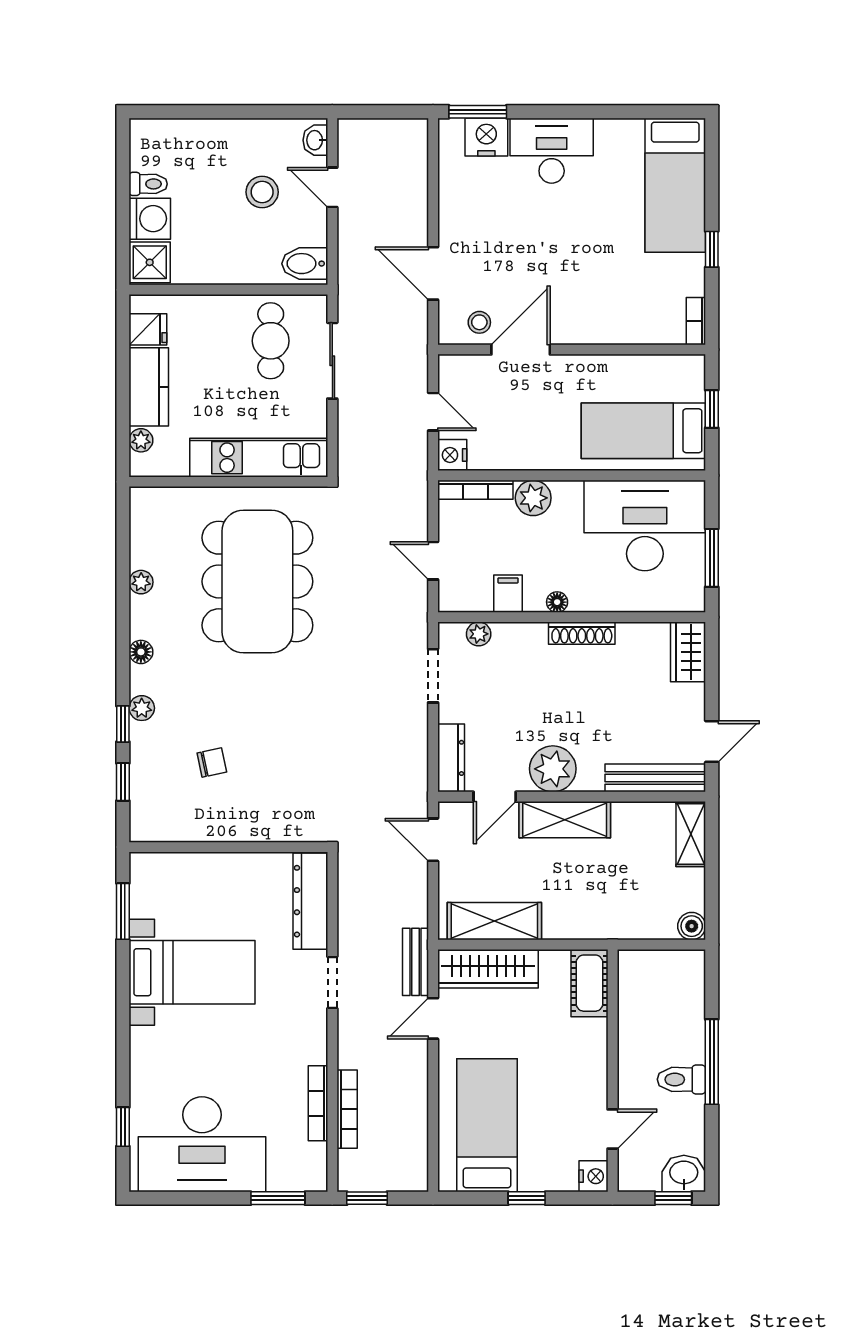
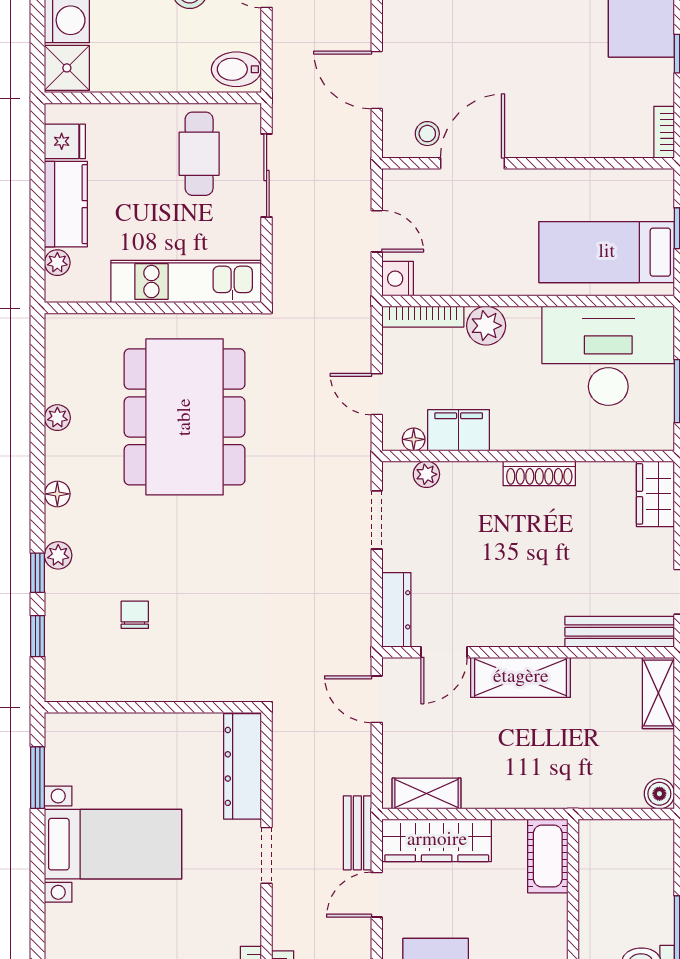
filing cabinet: (508, 594) -> (459, 430), width x2.00
floor lamp: (557, 602) -> (414, 439), moved
chair: (212, 763) -> (135, 615), turned -78
plant: (553, 769) -> (508, 622), removed
shelving: (494, 921) -> (427, 793), width x0.67, depth x0.75

